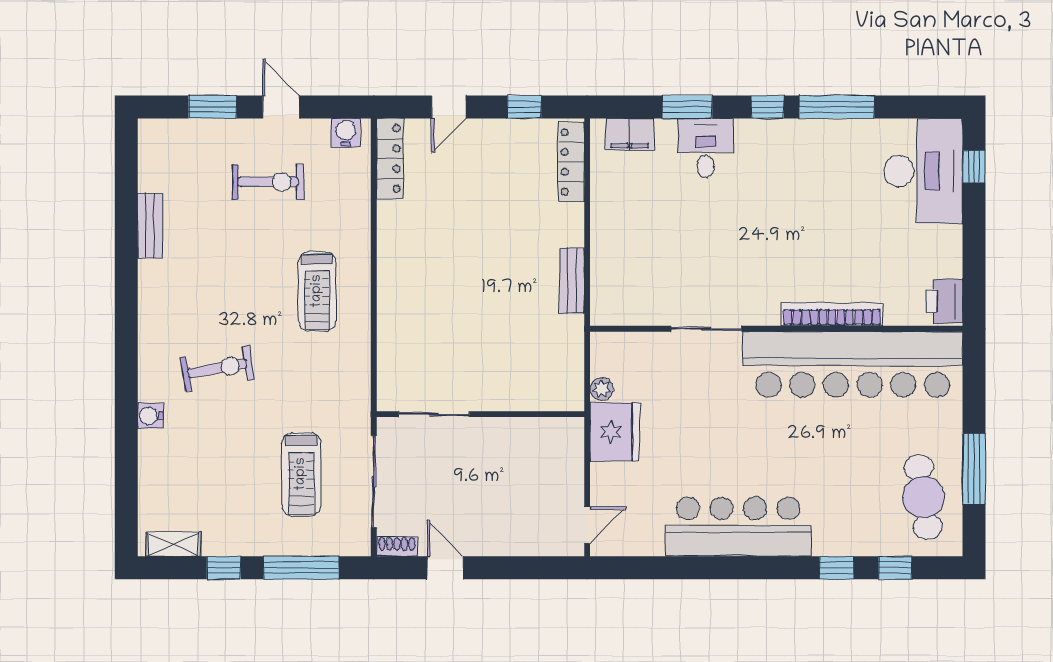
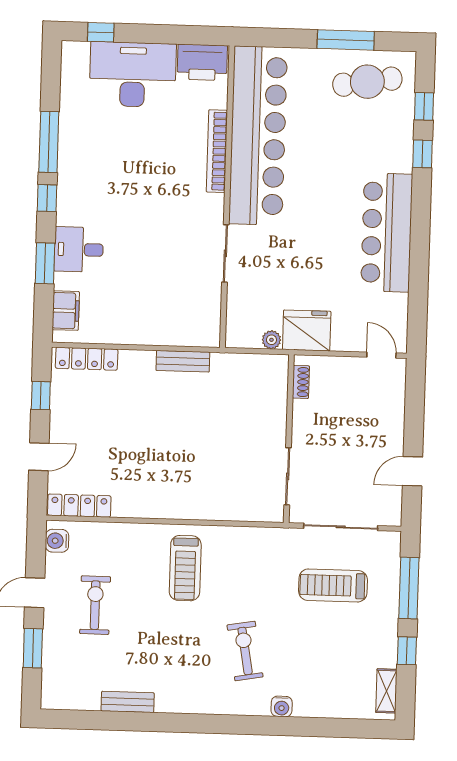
door: (449, 107) -> (39, 457), hinge flipped
desk: (923, 171) -> (133, 74), moved
treadmill: (317, 291) -> (185, 568), turned 90
printer: (944, 301) -> (202, 62), width x1.37, depth x1.19
treadmill: (301, 474) -> (333, 585), turned 180
shoe rack: (397, 547) -> (301, 382), moved, turned 180

